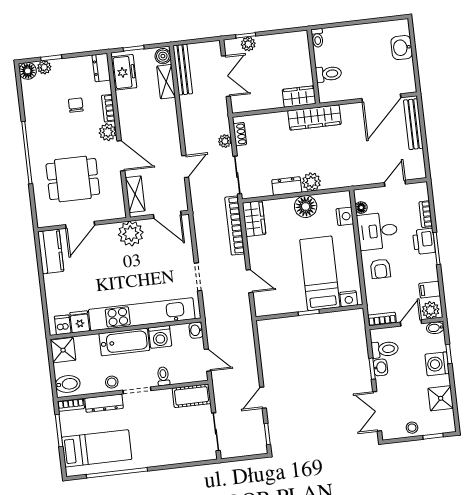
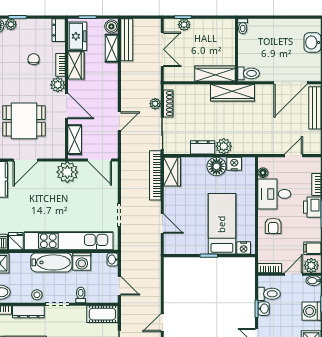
toilet: (329, 74) -> (249, 73), moved
wardrobe: (299, 97) -> (215, 74), width x1.50
wardrobe: (126, 107) -> (76, 65), added
shoe rack: (240, 134) -> (168, 103), width x1.43
nightstand: (345, 216) -> (234, 164), moved, turned -90

